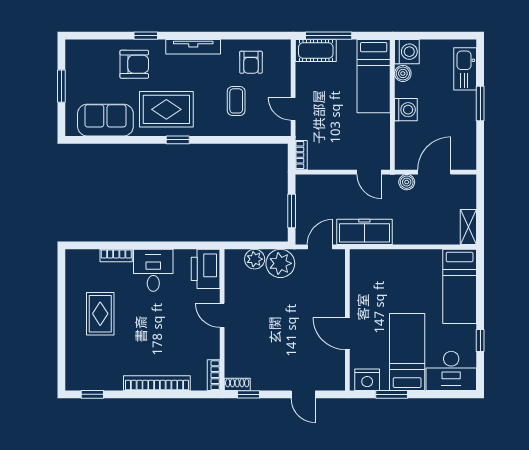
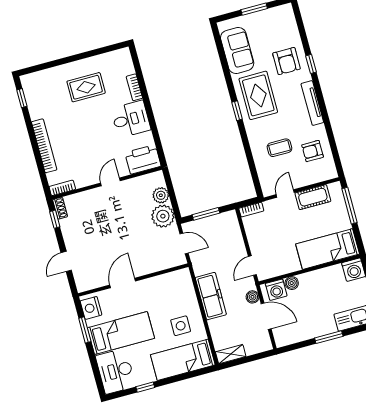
cot: (316, 51) -> (313, 197), moved, turned 90
boiler: (403, 73) -> (292, 283), moved
washing machine: (406, 110) -> (276, 290), moved
freezer: (364, 232) -> (211, 296), moved
side table: (418, 278) -> (181, 326), added

